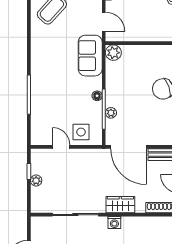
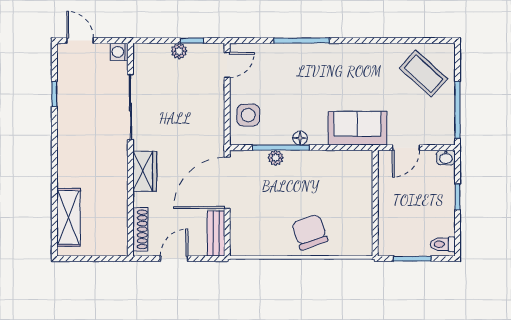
plant: (113, 53) -> (362, 161), removed
door: (61, 147) -> (227, 65), moved
washing machine: (114, 222) -> (119, 52), moved

